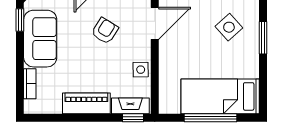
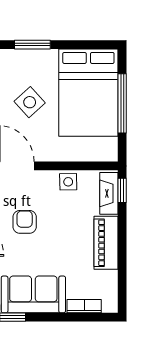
side table: (229, 27) -> (30, 102), moved
armchair: (105, 31) -> (25, 222), turned 58
bed: (220, 96) -> (88, 93), width x1.50

